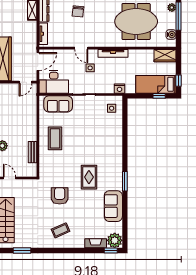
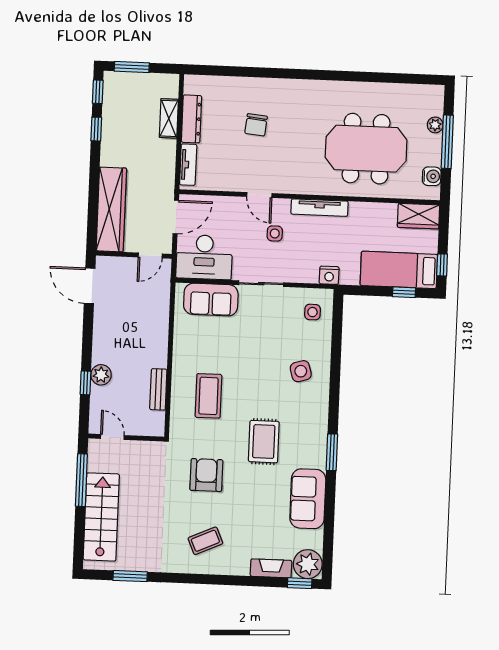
coffee table: (55, 138) -> (208, 396), moved
side table: (107, 139) -> (301, 371), added

